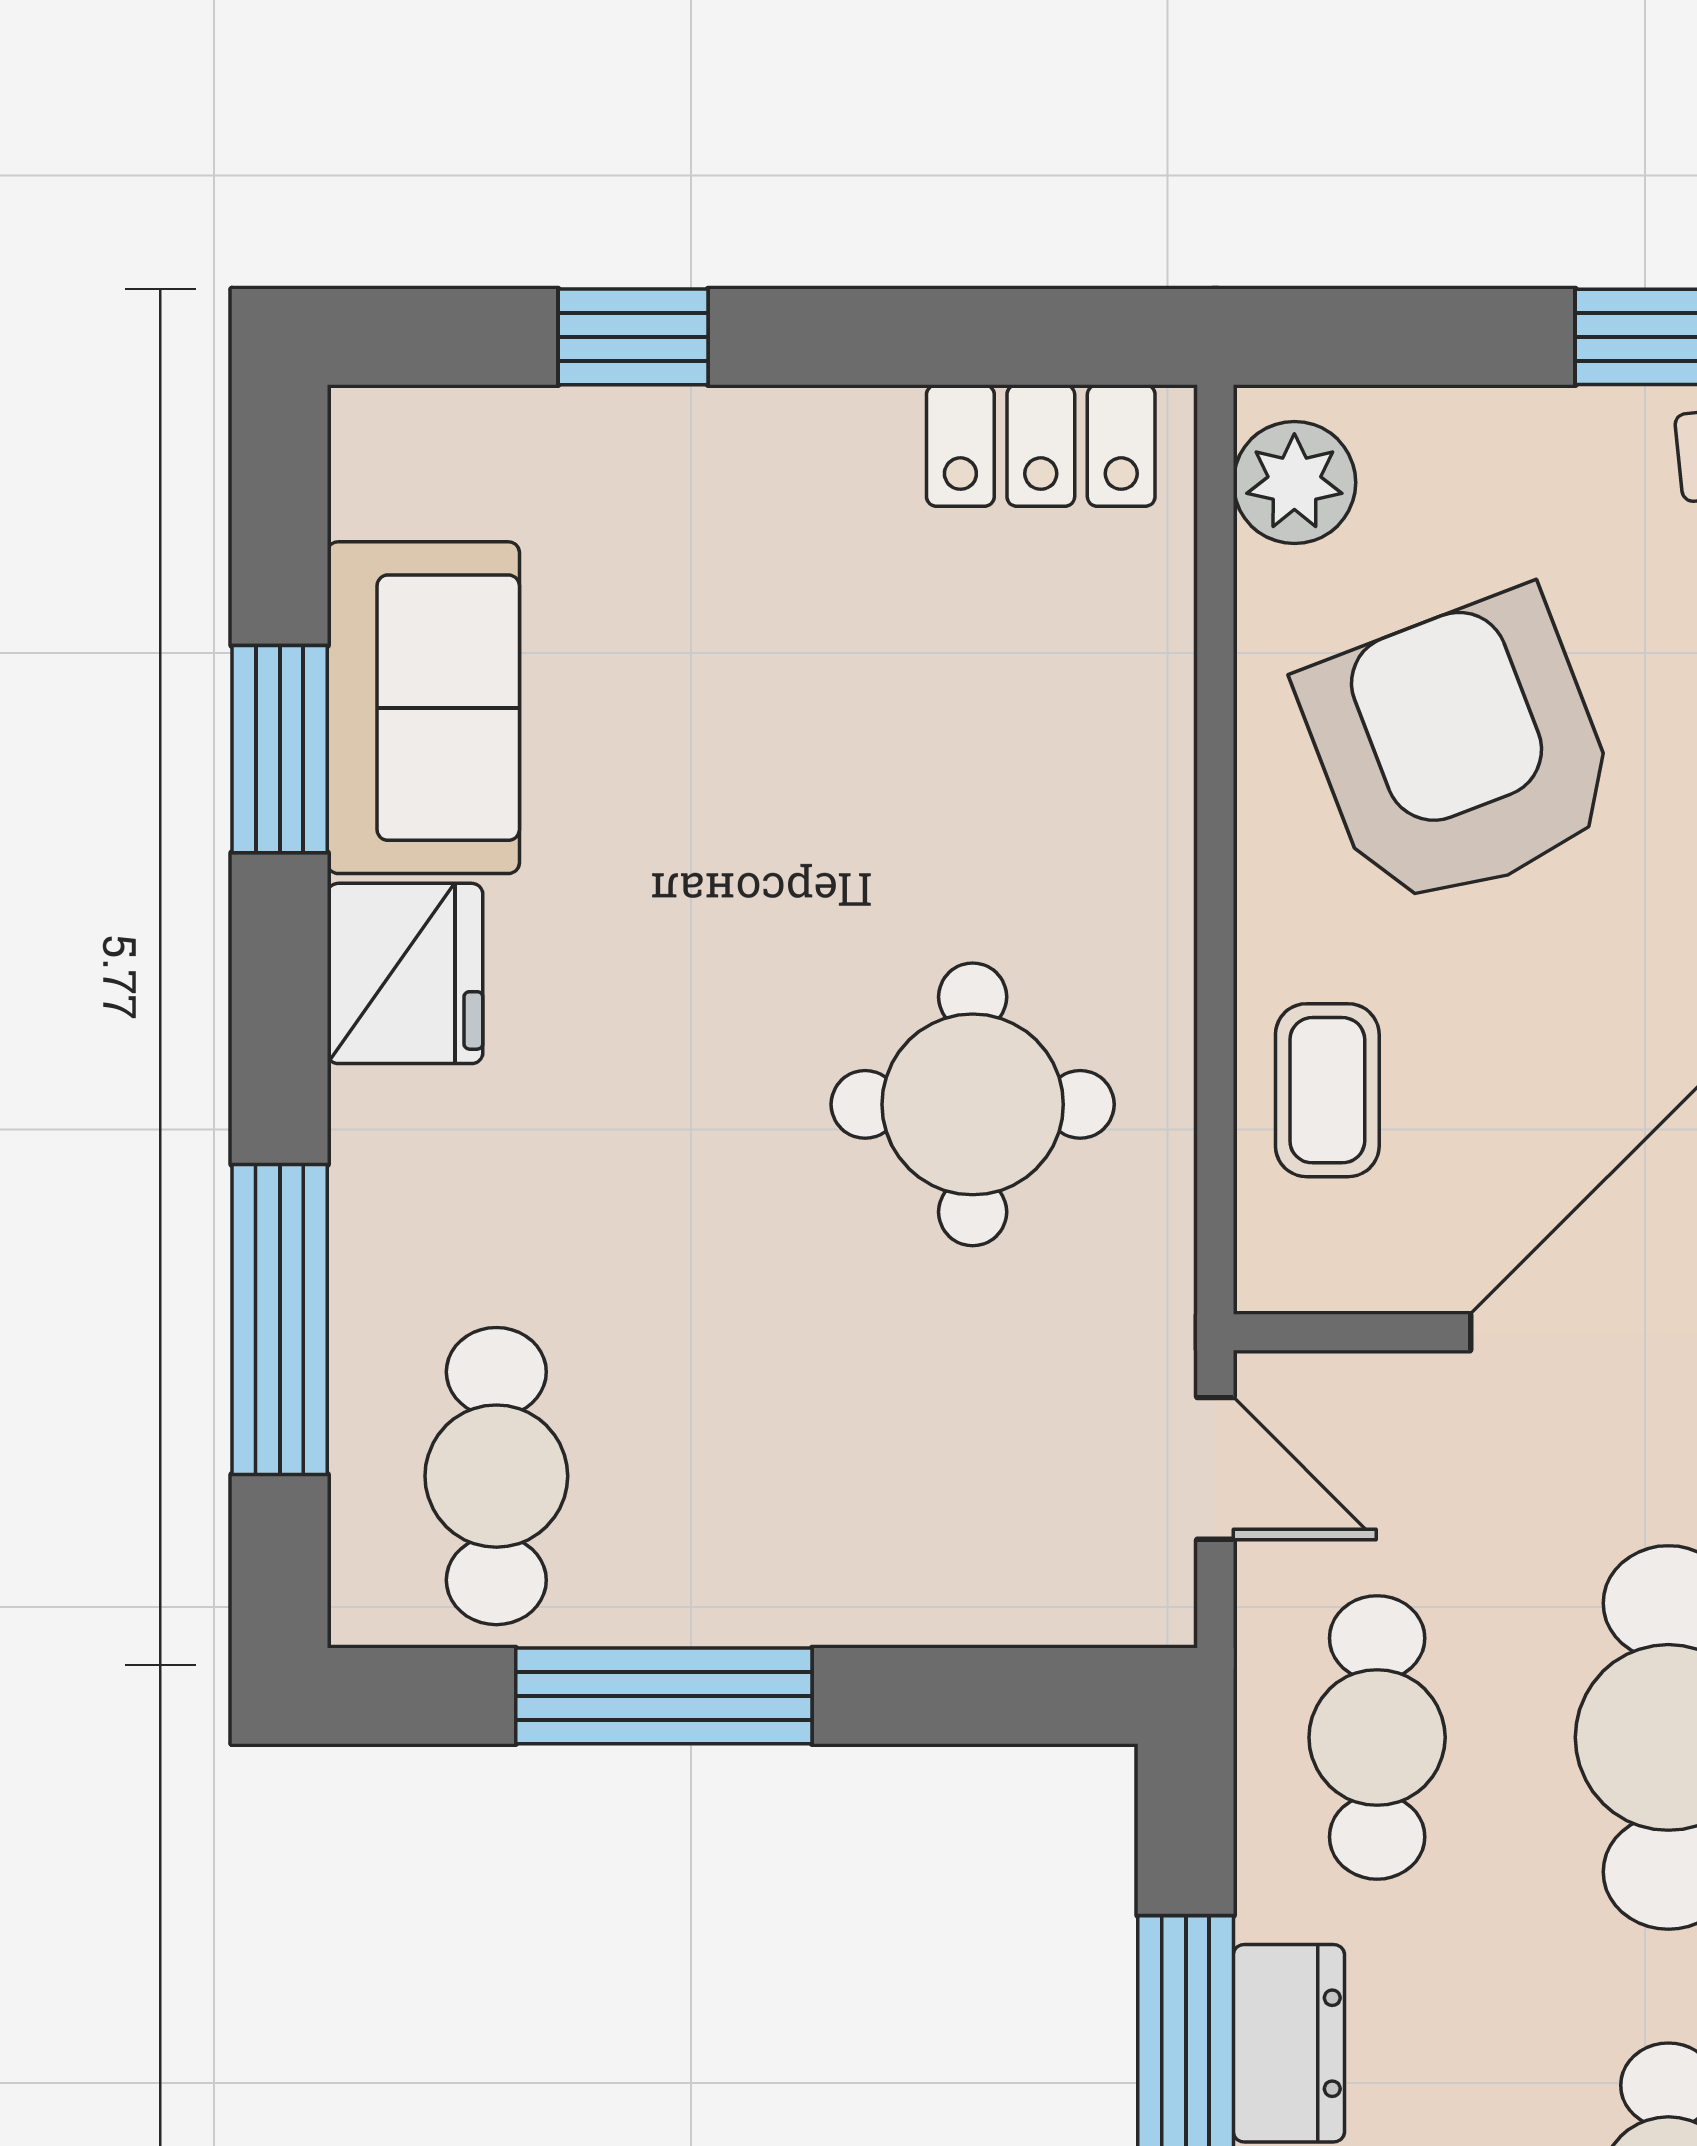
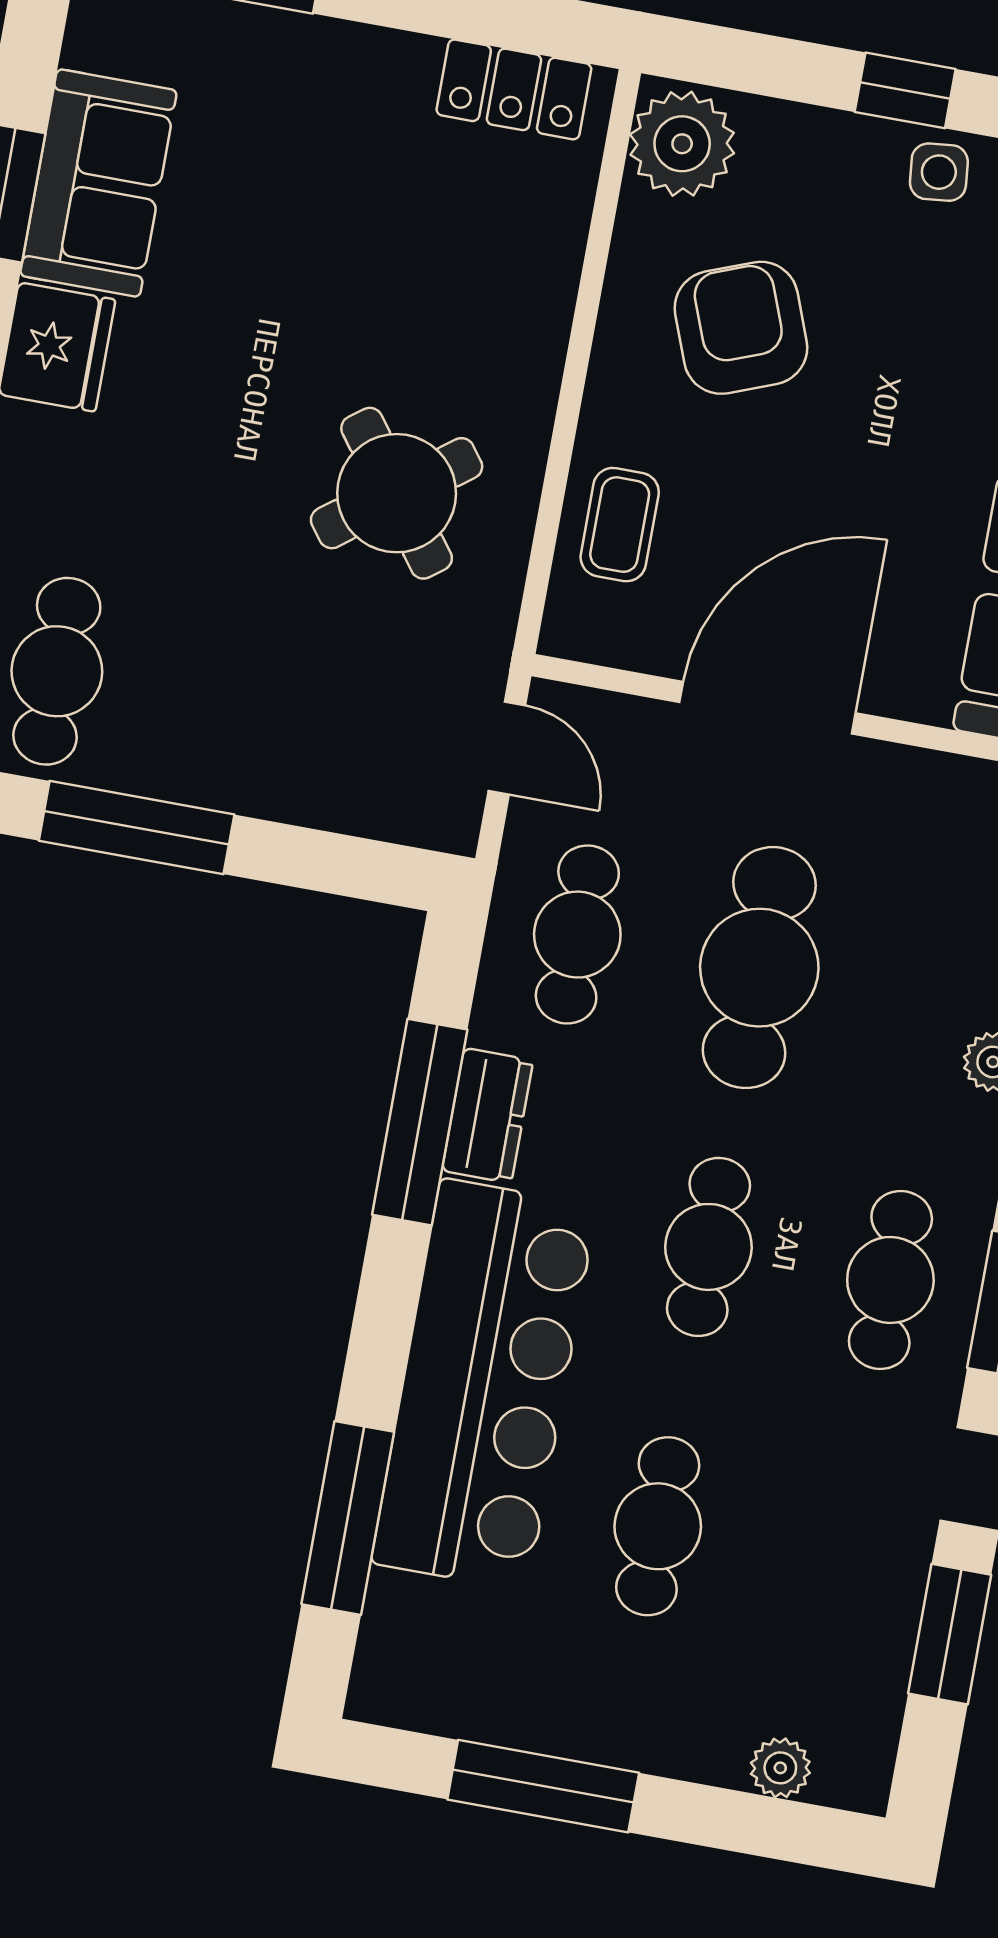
plant: (1294, 483) -> (682, 144), width x1.36, depth x1.36
armchair: (1460, 751) -> (741, 328), width x0.73, depth x0.73
round table: (973, 1104) -> (397, 493), turned -37

